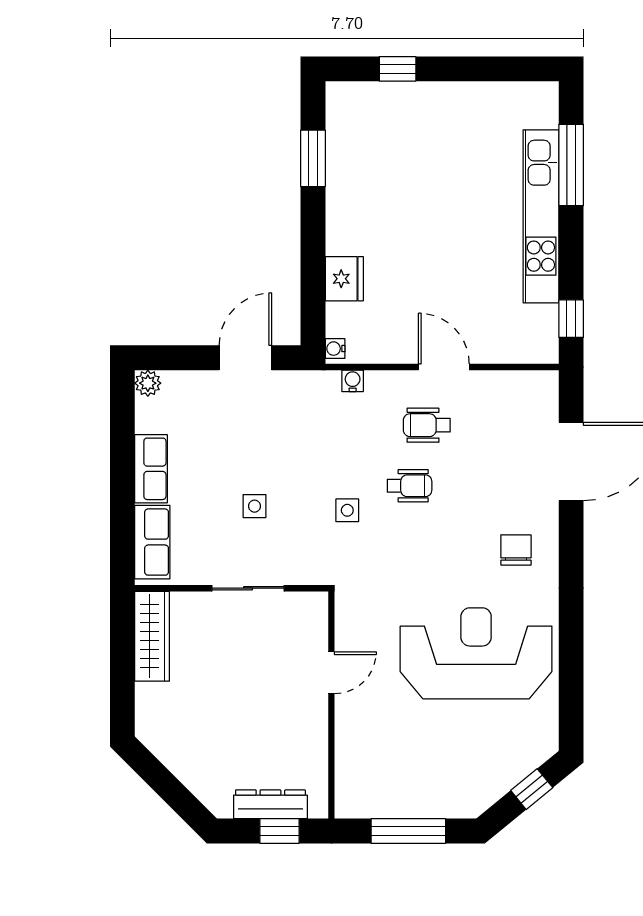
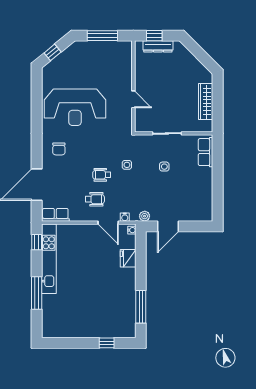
window: (313, 158) -> (141, 307), width x1.44
window: (571, 165) -> (37, 293), moved
kitchen unit: (541, 216) -> (49, 259), moved
door: (444, 367) -> (108, 223), moved
plant: (148, 383) -> (145, 216), moved
row of seats: (151, 469) -> (55, 215), moved, turned 90
wardrobe: (152, 636) -> (206, 102), moved
door: (331, 673) -> (133, 99), swing flipped

